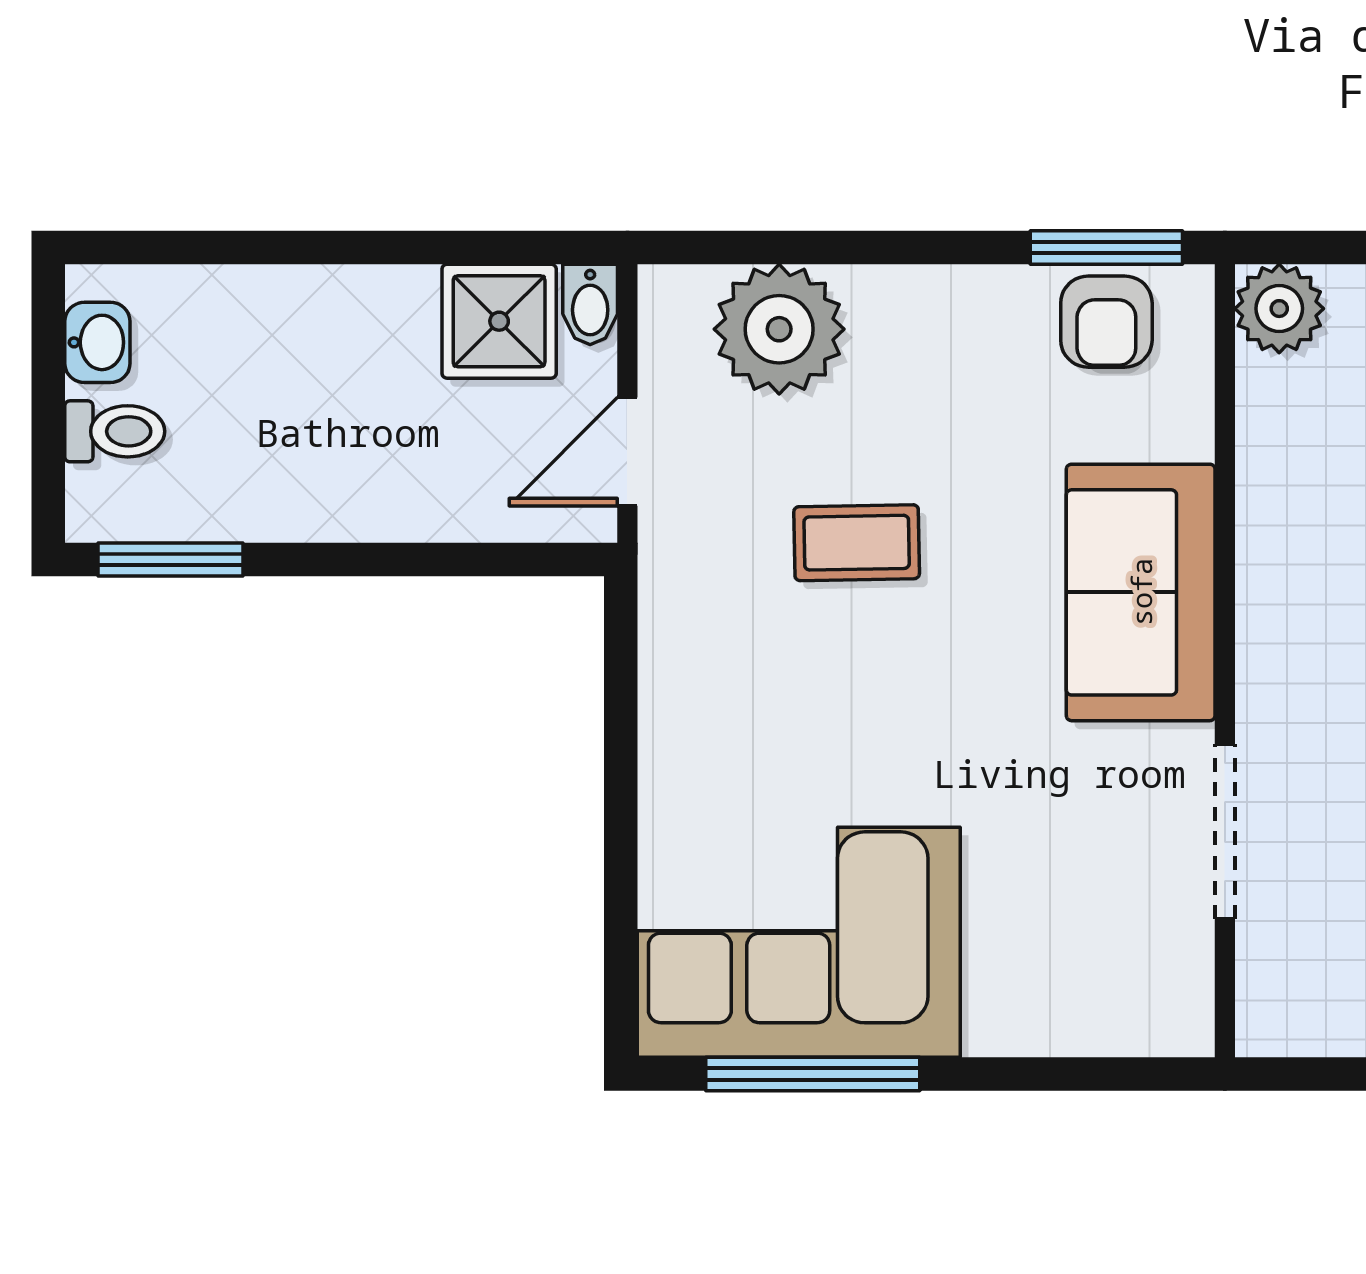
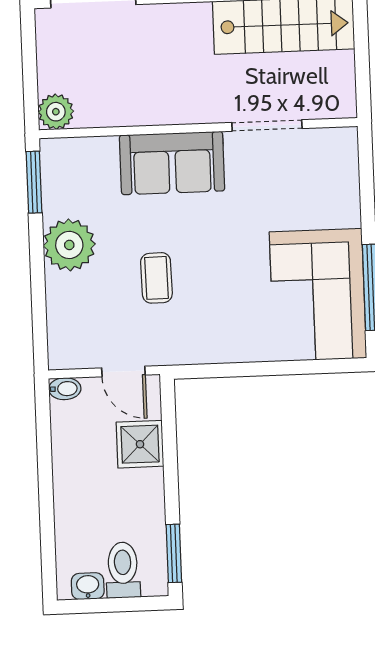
shower: (499, 321) -> (140, 444), moved
armchair: (1106, 322) -> (64, 181), removed
plant: (779, 329) -> (69, 245), moved
toilet: (115, 431) -> (123, 570), width x1.37, depth x1.39

